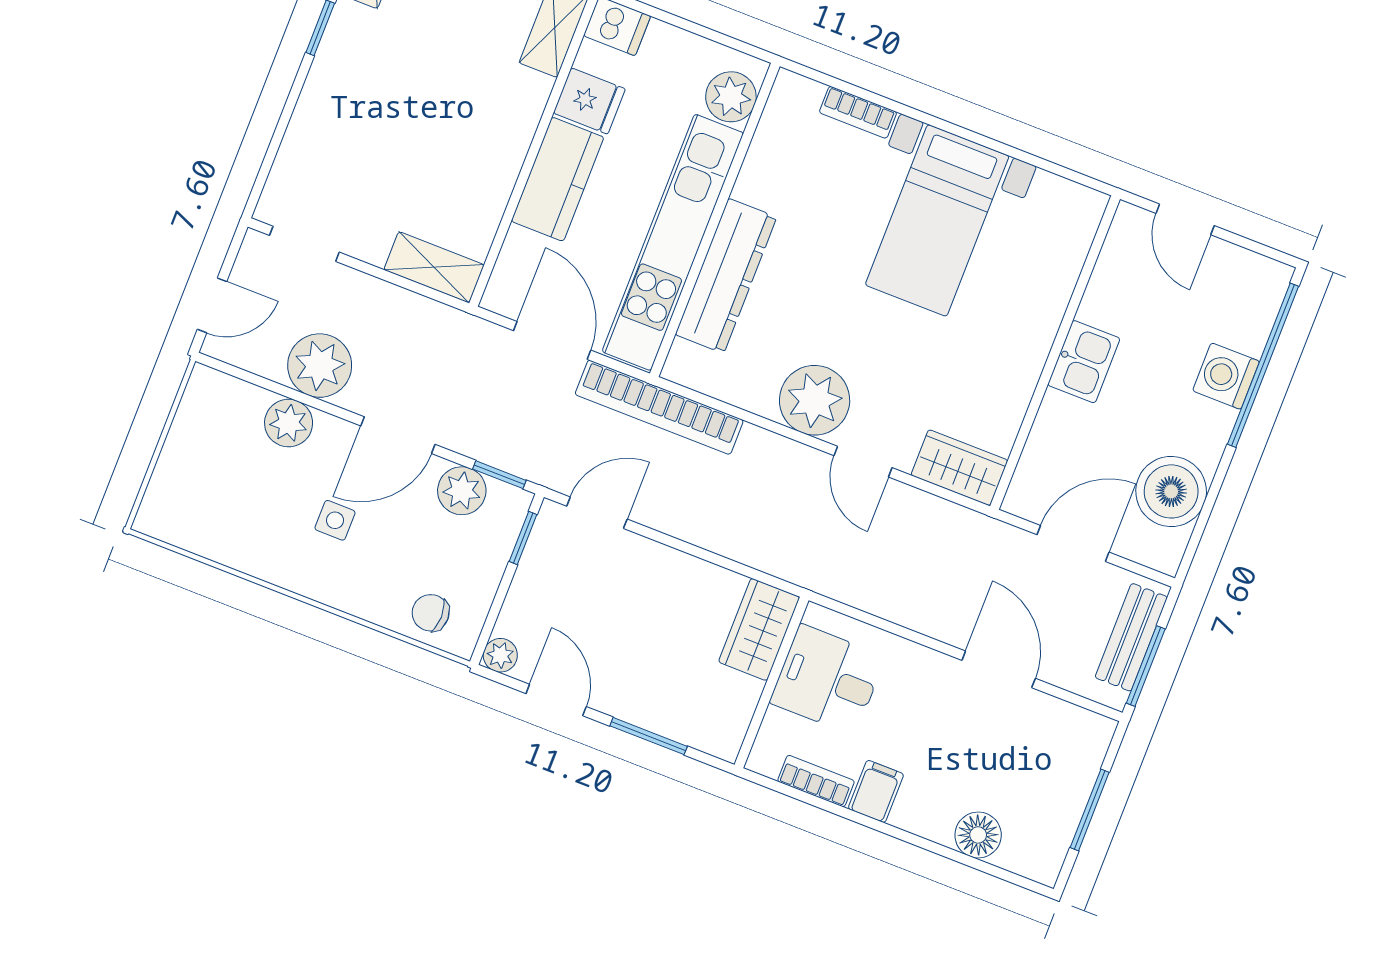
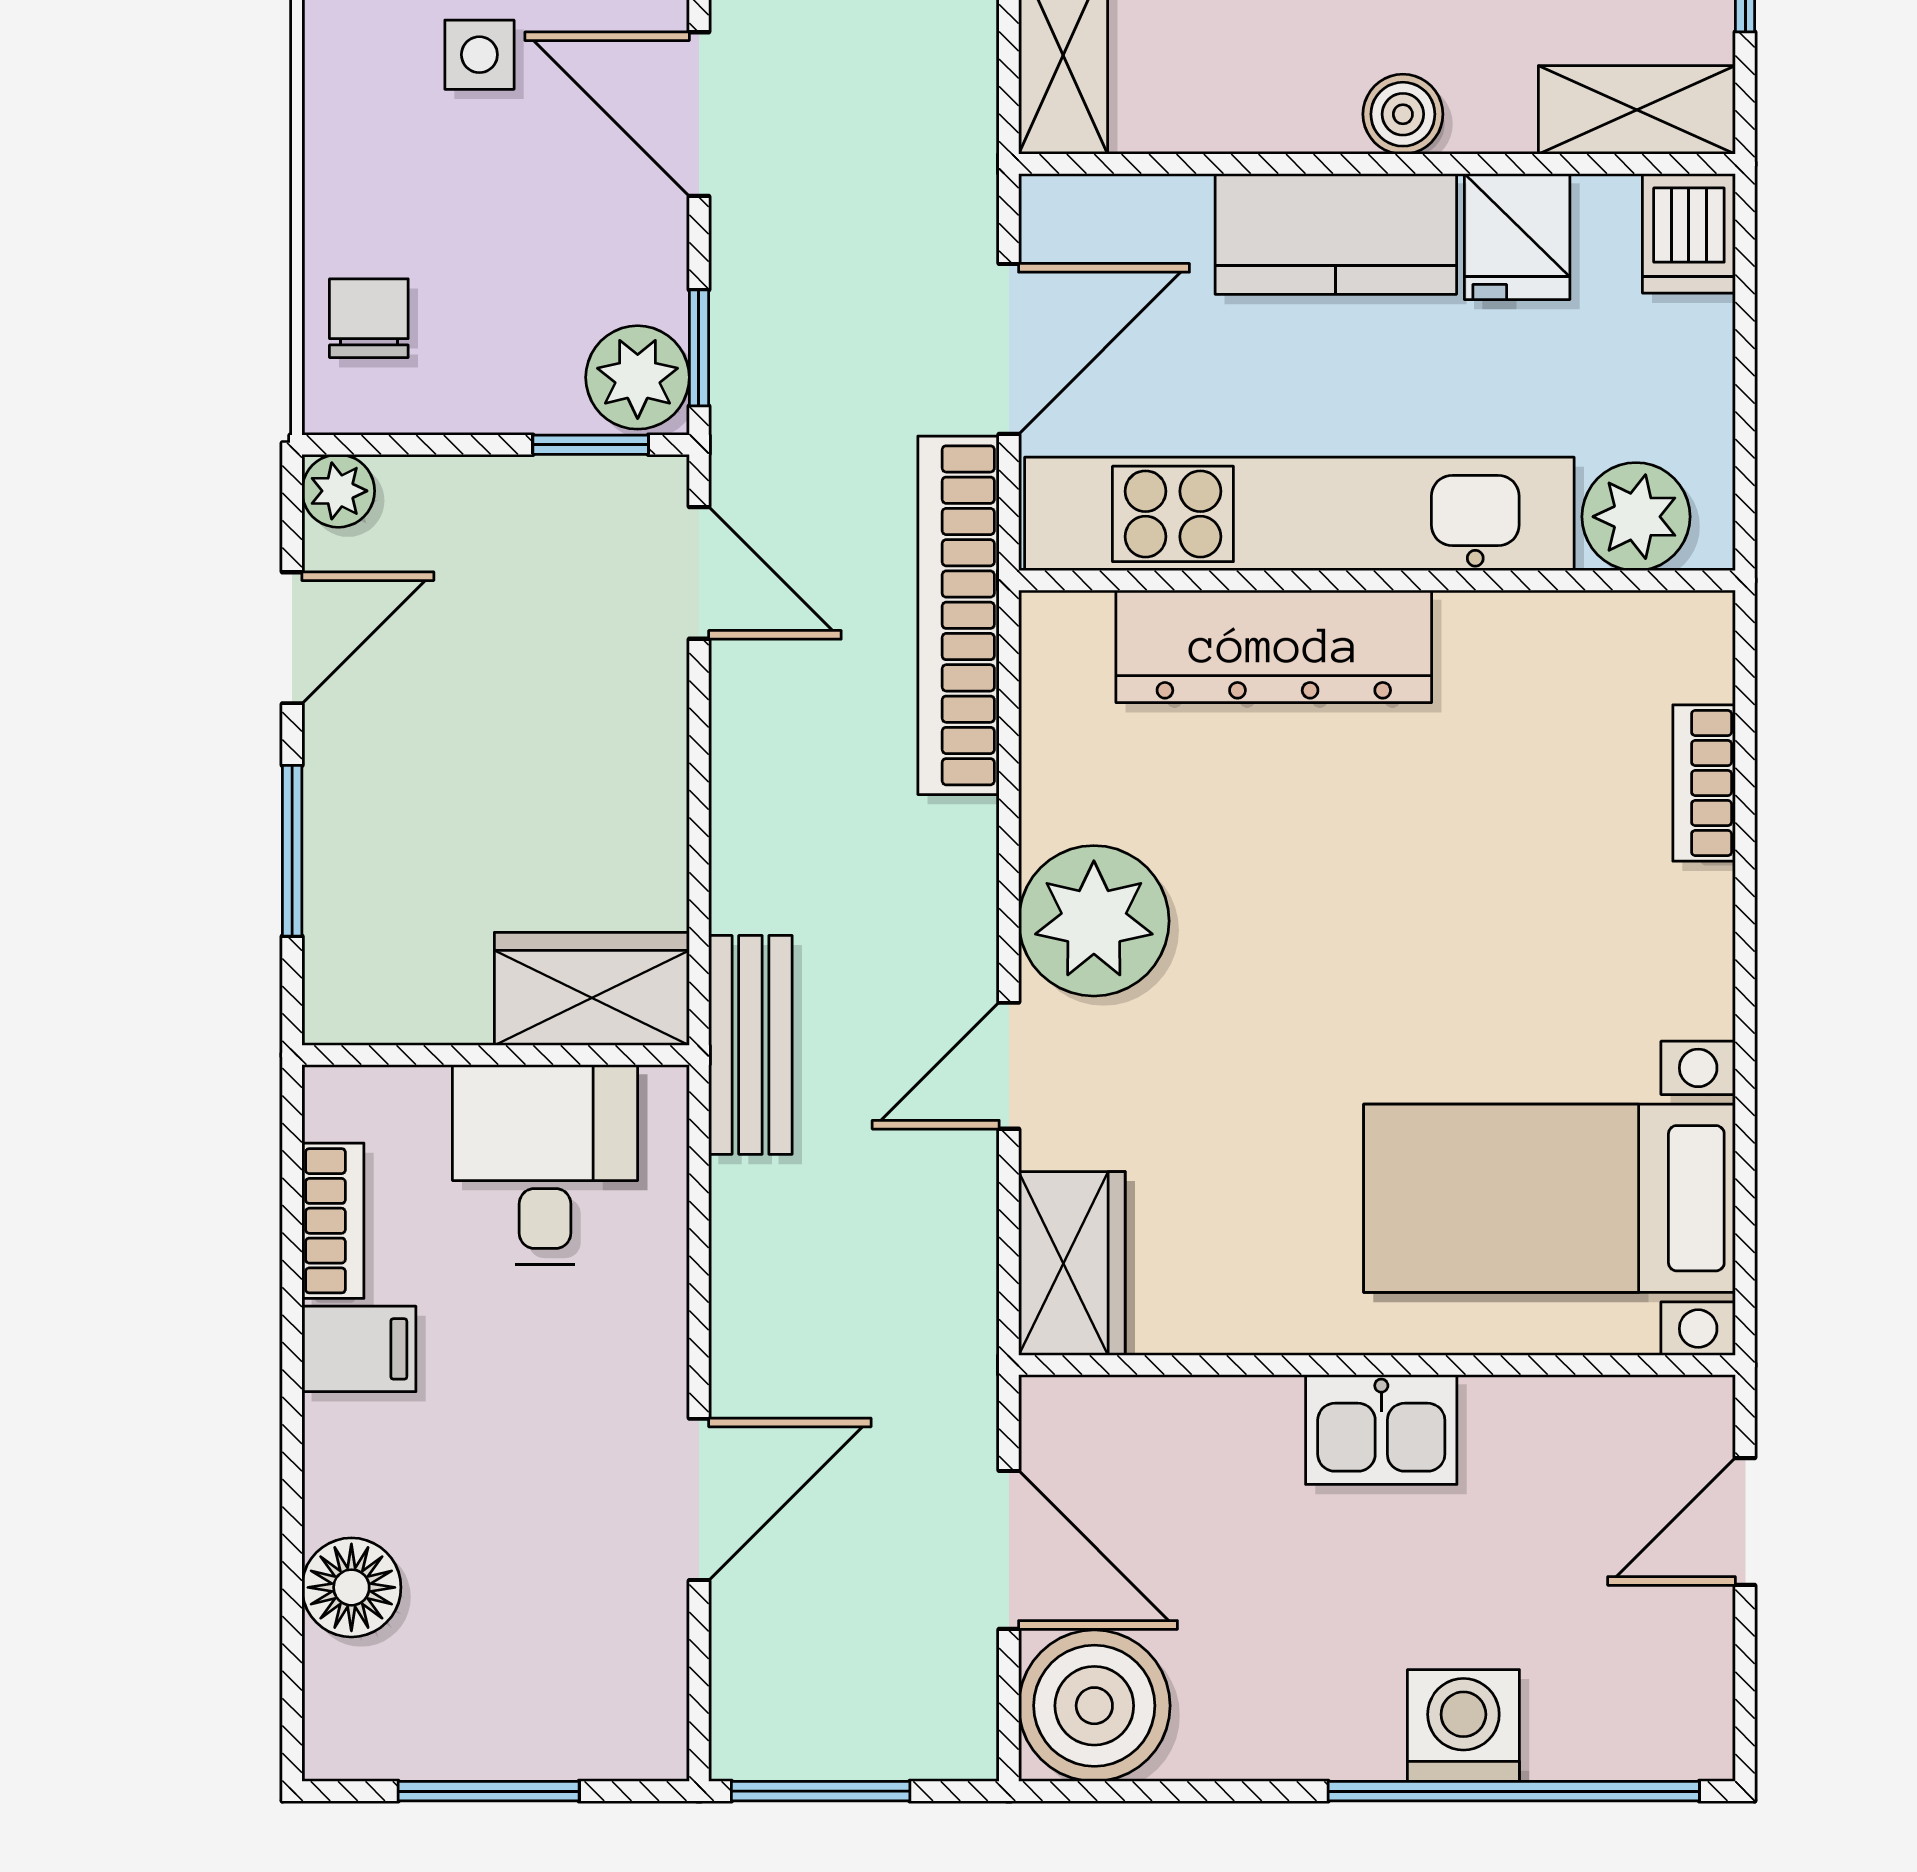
boiler: (517, 130) -> (1403, 114), added
bed with nightstands: (937, 220) -> (1549, 1198), moved
plant: (462, 491) -> (638, 377), moved
boiler: (1171, 491) -> (1094, 1706), moved
bench: (1131, 637) -> (750, 1045), moved, turned 90

